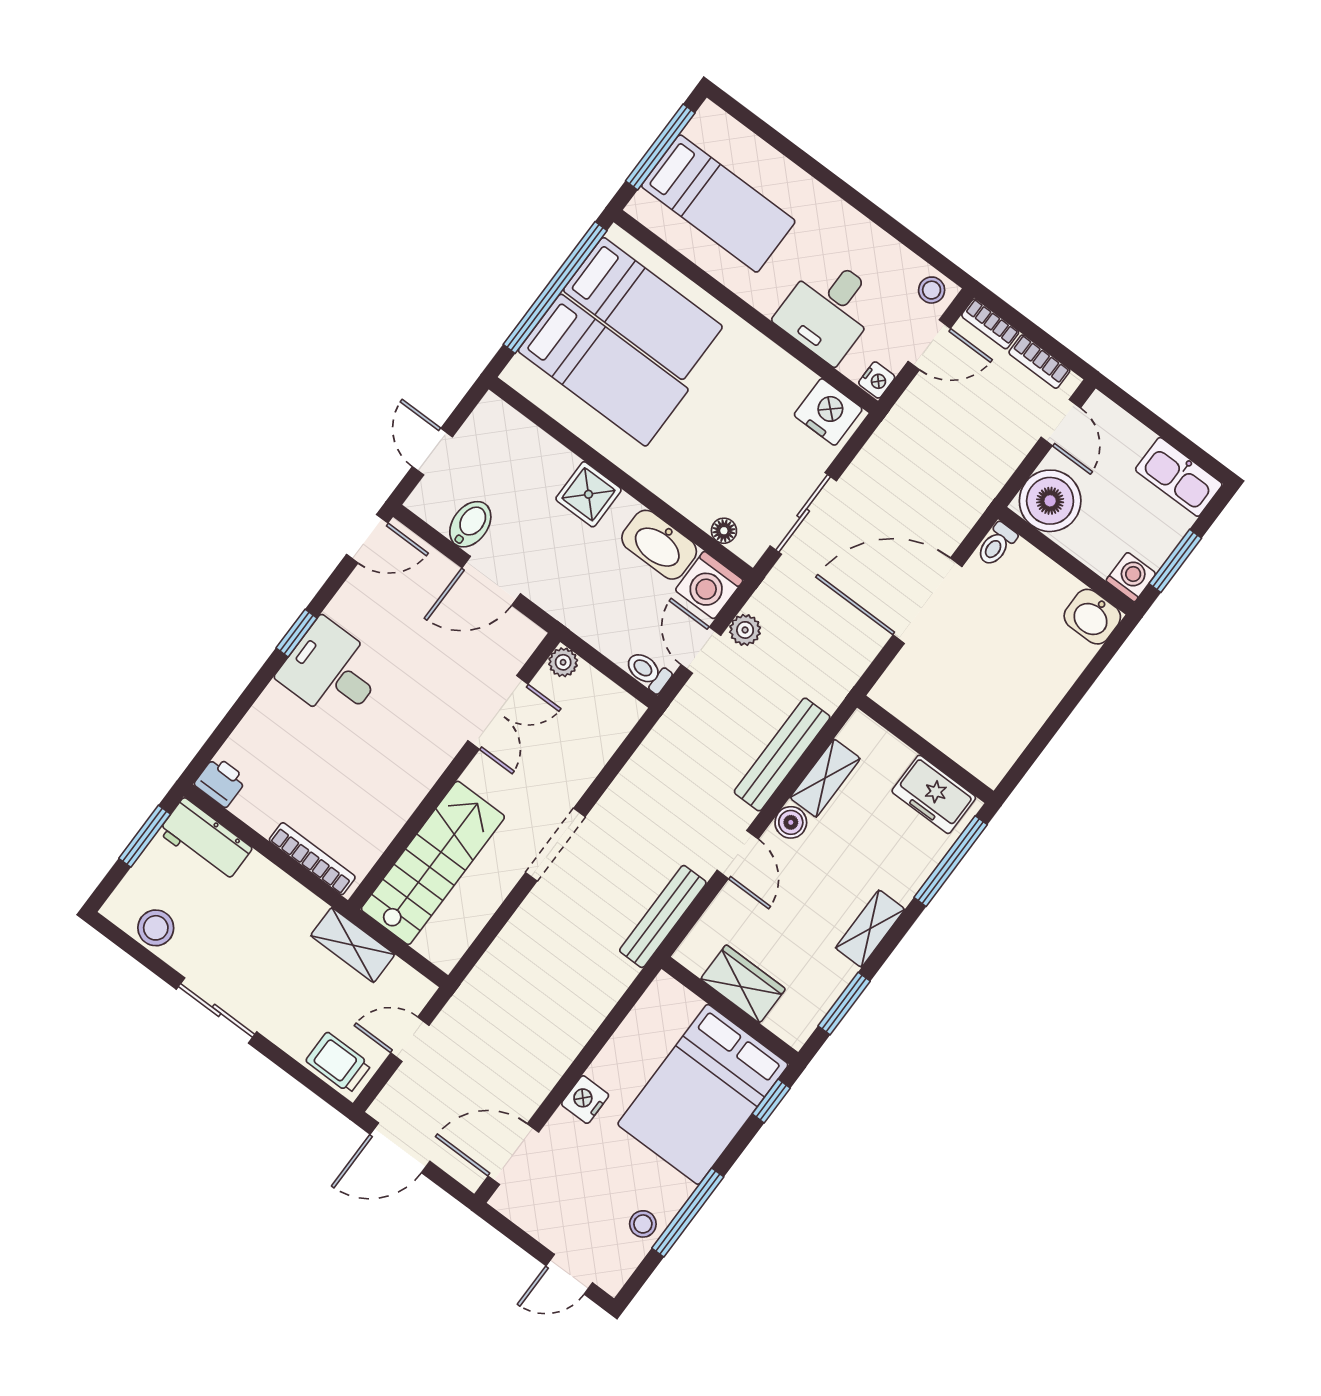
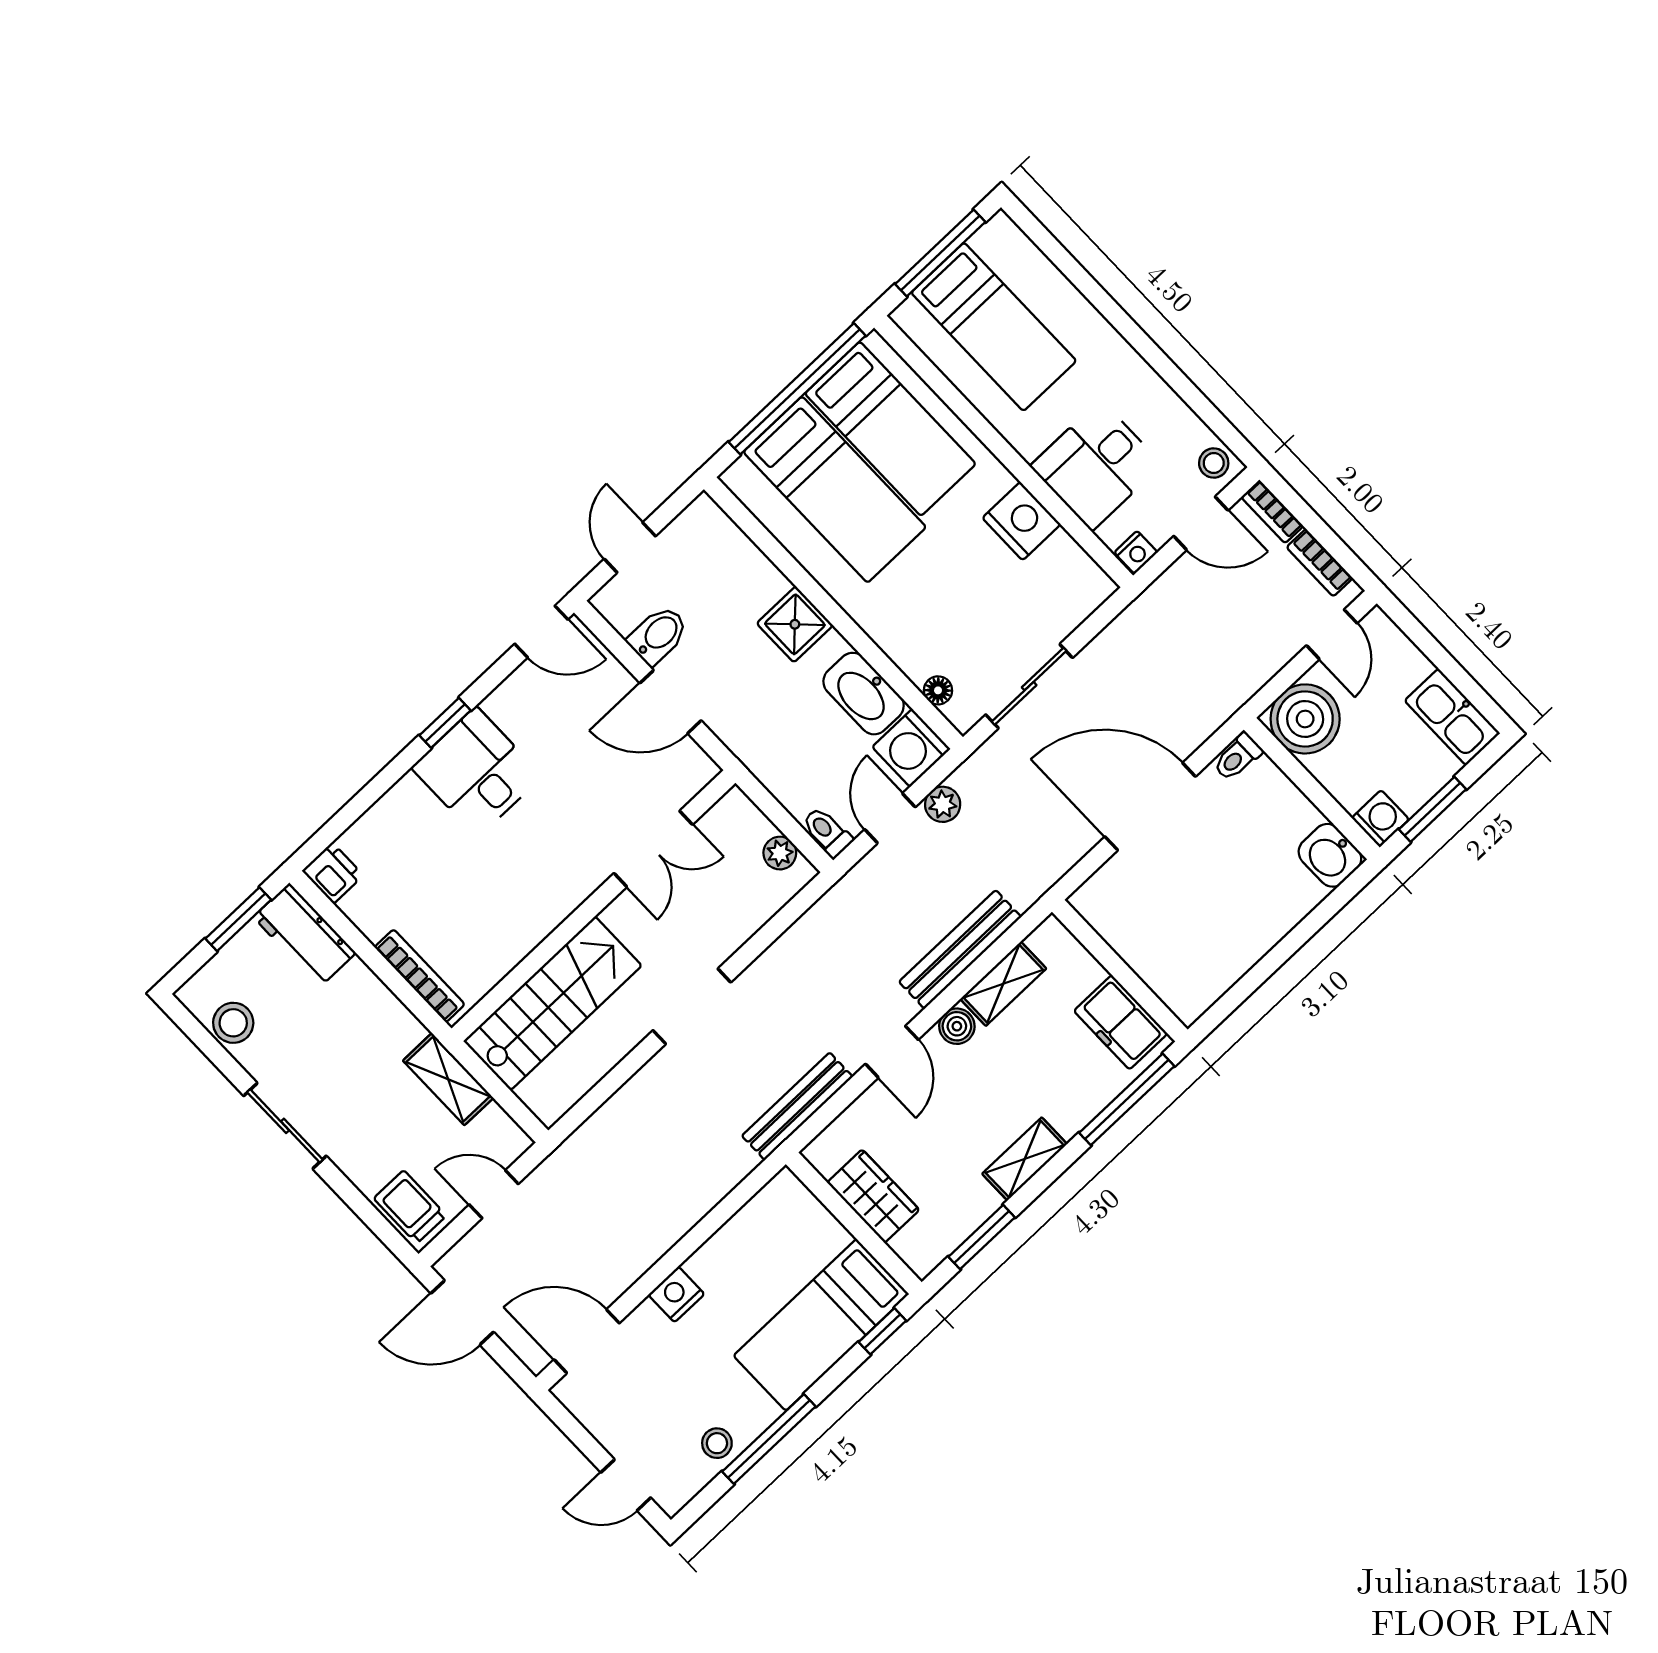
nightstand: (828, 412) -> (1021, 521), moved
plant: (563, 662) -> (780, 853), moved
bed: (703, 1094) -> (821, 1325), width x0.67

